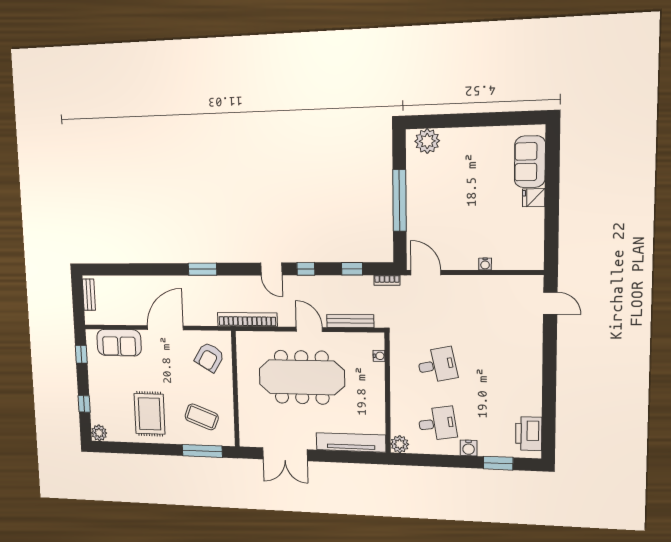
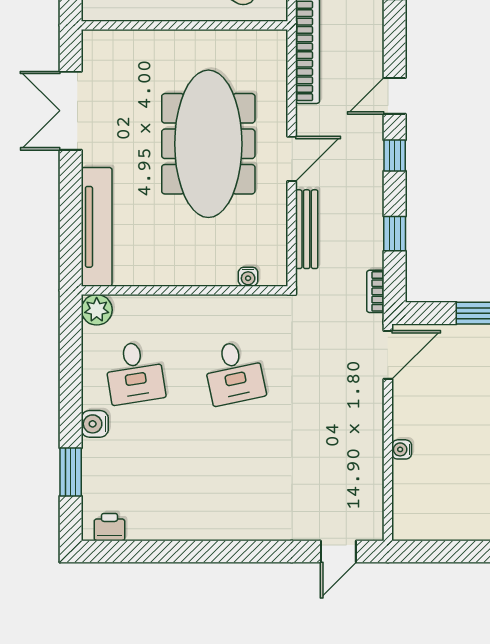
printer: (529, 434) -> (109, 527), width x0.53, depth x0.68

